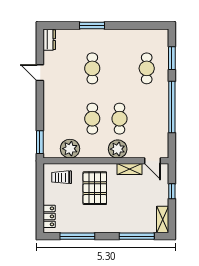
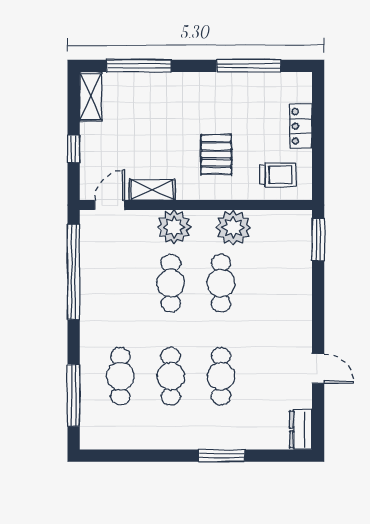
window: (172, 58) -> (74, 395), width x1.44
cafe table: (119, 68) -> (171, 376), added
window: (172, 107) -> (74, 272), moved
plant: (70, 149) -> (233, 228), moved
door: (152, 161) -> (110, 205), hinge flipped
pallet: (95, 188) -> (216, 155), width x0.67, depth x0.71
locker: (49, 216) -> (301, 126), moved

